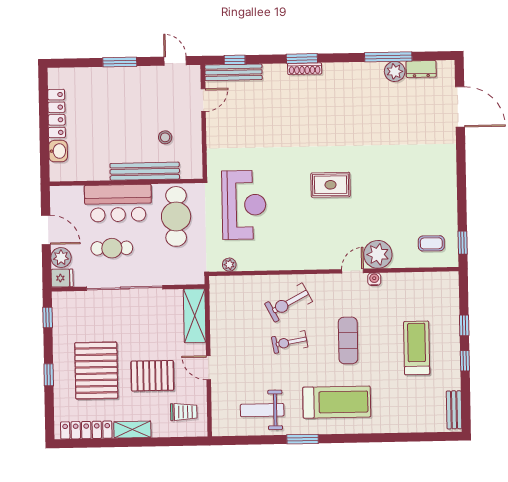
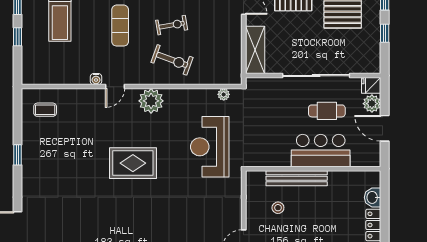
rug: (331, 185) -> (133, 163), width x1.36, depth x1.43
cafe table: (176, 216) -> (270, 138), removed
window: (463, 243) -> (17, 155), moved
plant: (378, 254) -> (151, 101), moved
exercise bike: (288, 303) -> (172, 60), turned 48
window: (48, 317) -> (385, 33), moved

